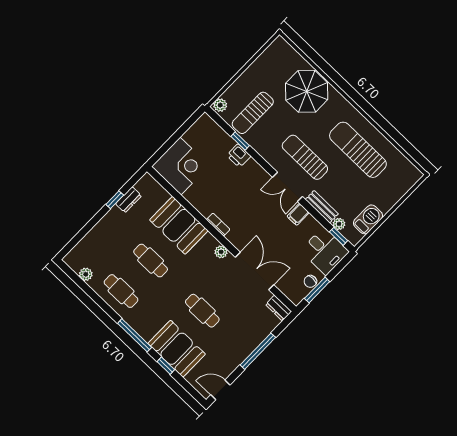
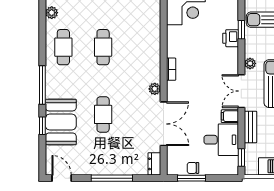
plant: (339, 224) -> (250, 63), moved
booth: (179, 225) -> (145, 43), removed
desk: (325, 251) -> (221, 140), moved, turned -90

